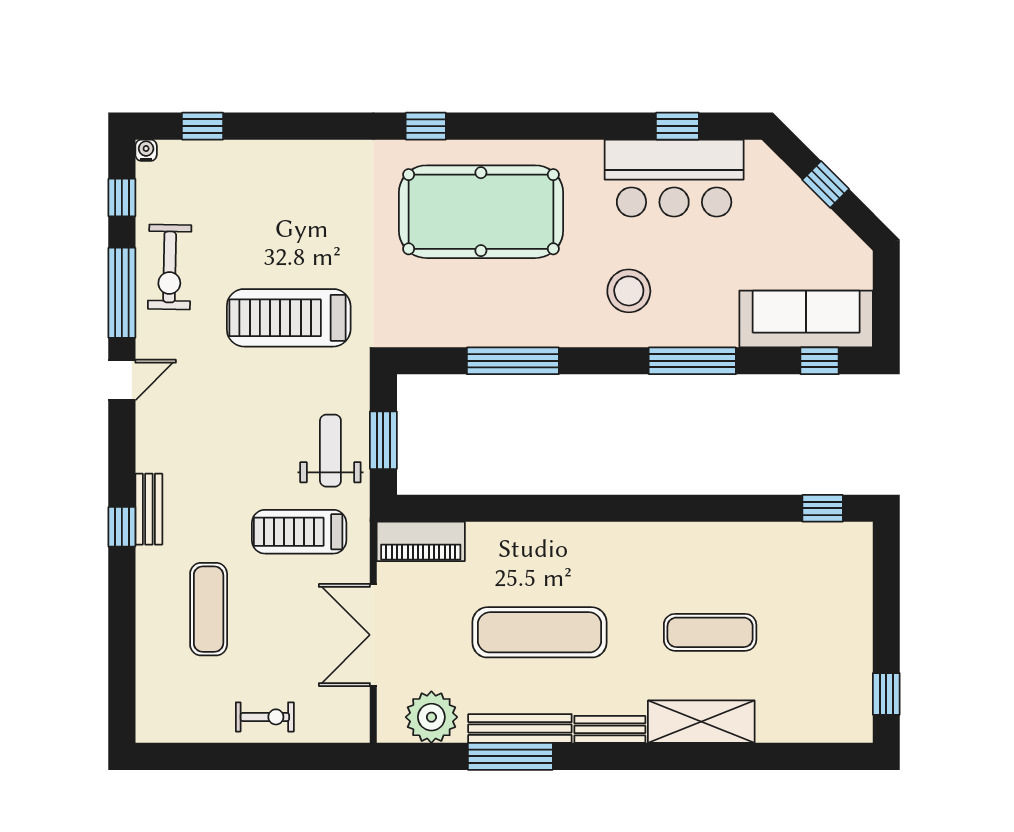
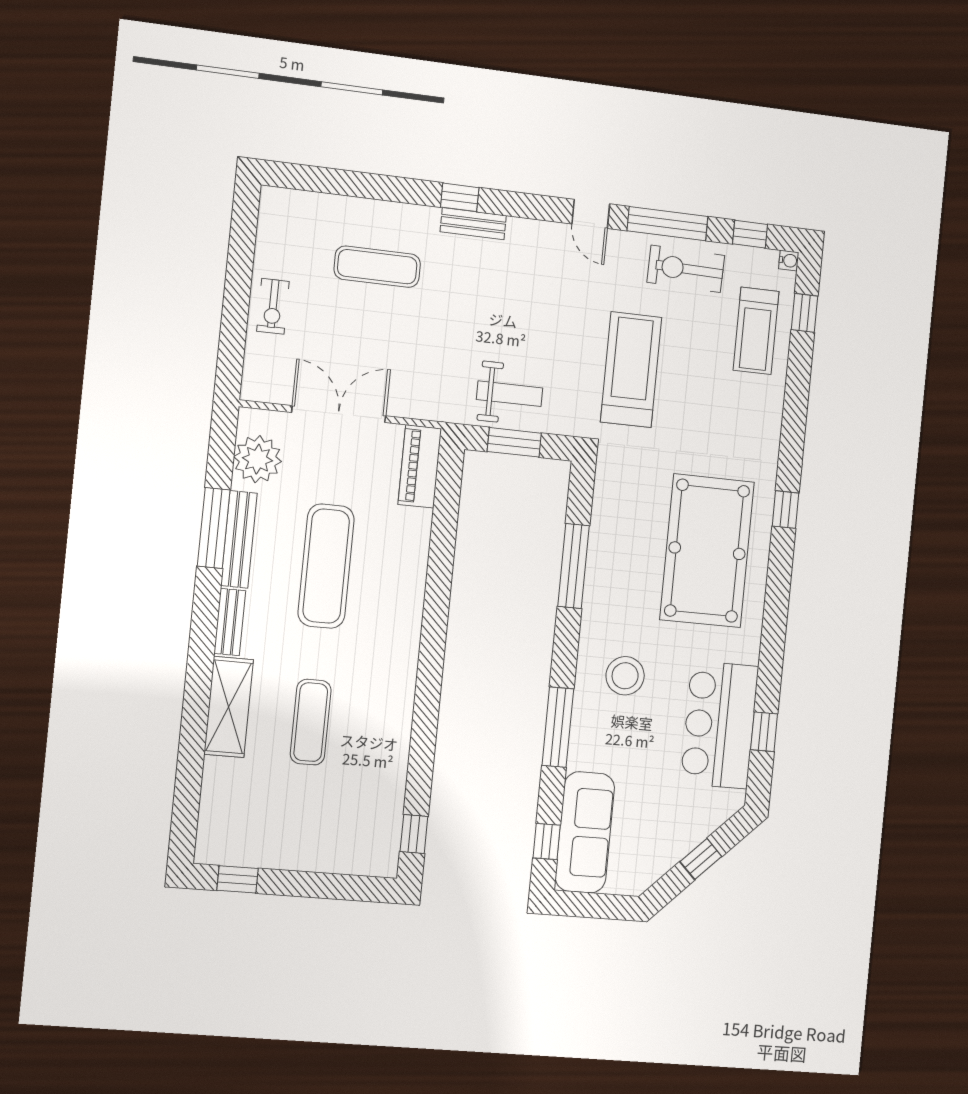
treadmill: (299, 532) -> (756, 331), moved, turned 180

